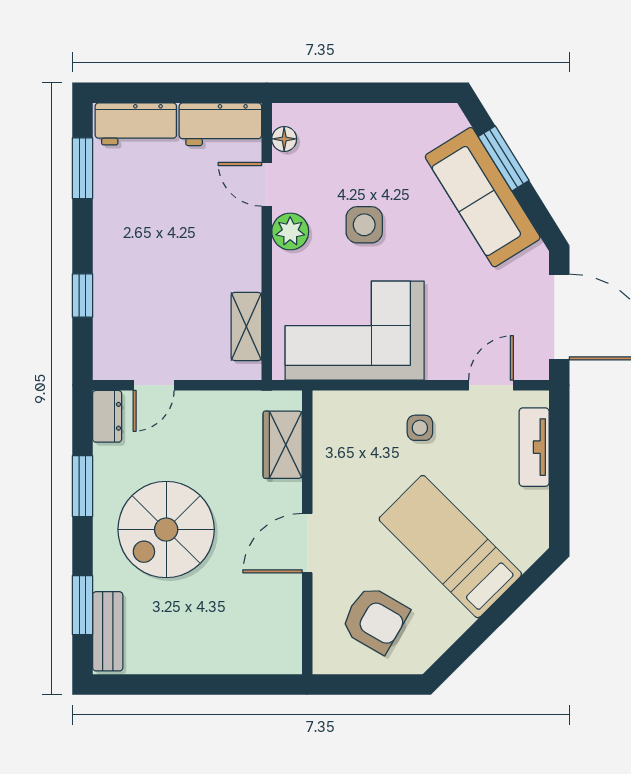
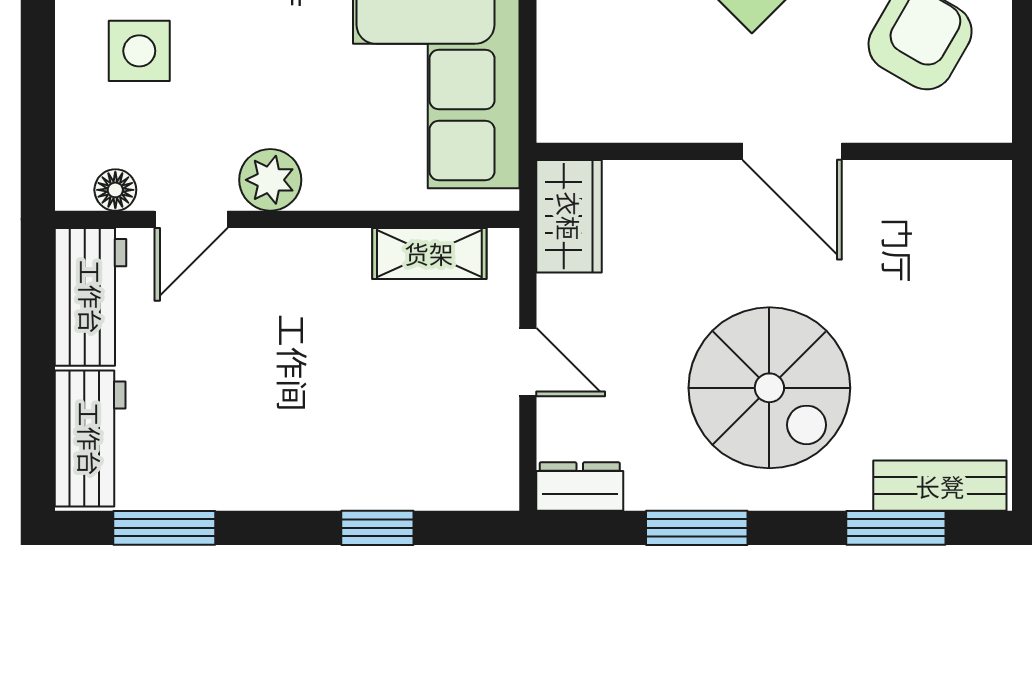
side table: (364, 225) -> (139, 51), moved
door: (154, 385) -> (528, 362), moved
wardrobe: (283, 445) -> (569, 216), moved, turned -90

